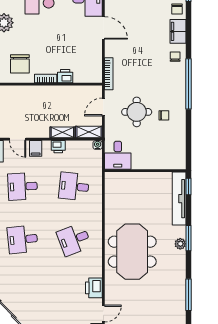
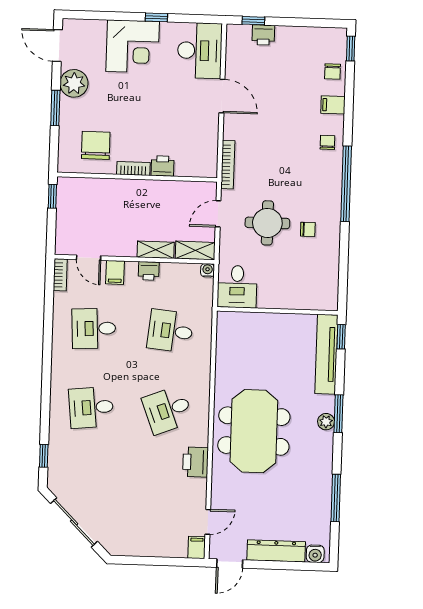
filing cabinet: (178, 31) -> (333, 105), width x0.50
chair: (20, 64) -> (96, 145), turned 180
printer: (94, 288) -> (196, 462), moved

